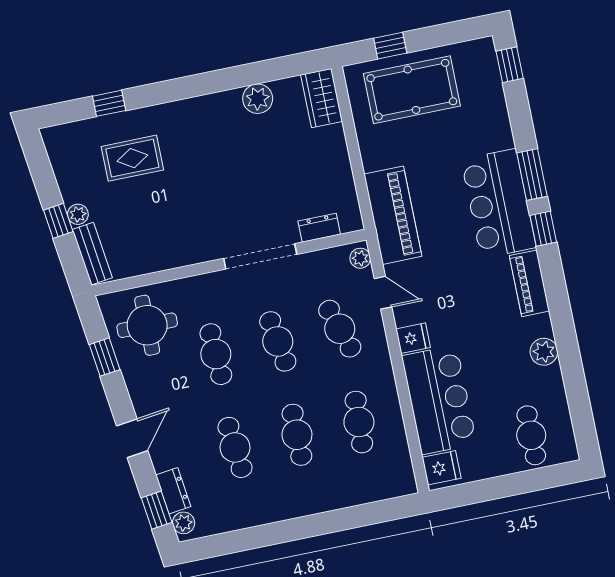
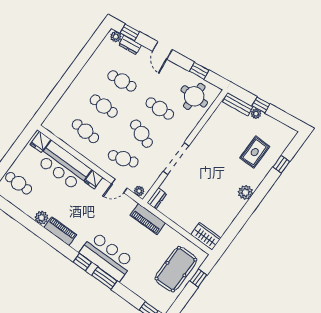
plant: (258, 99) -> (245, 192), moved
piano: (393, 215) -> (148, 219), width x0.73, depth x0.75
dresser: (319, 228) -> (157, 198), moved
piano: (529, 283) -> (60, 231), moved
cafe table: (278, 341) -> (141, 134), turned 30

